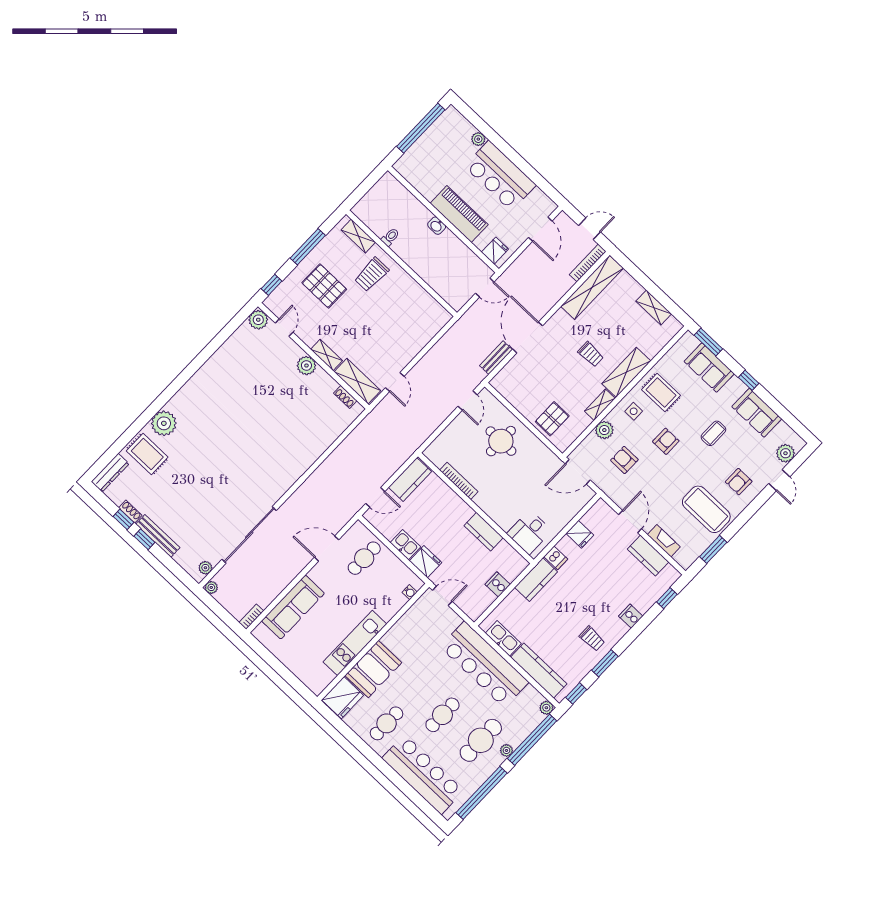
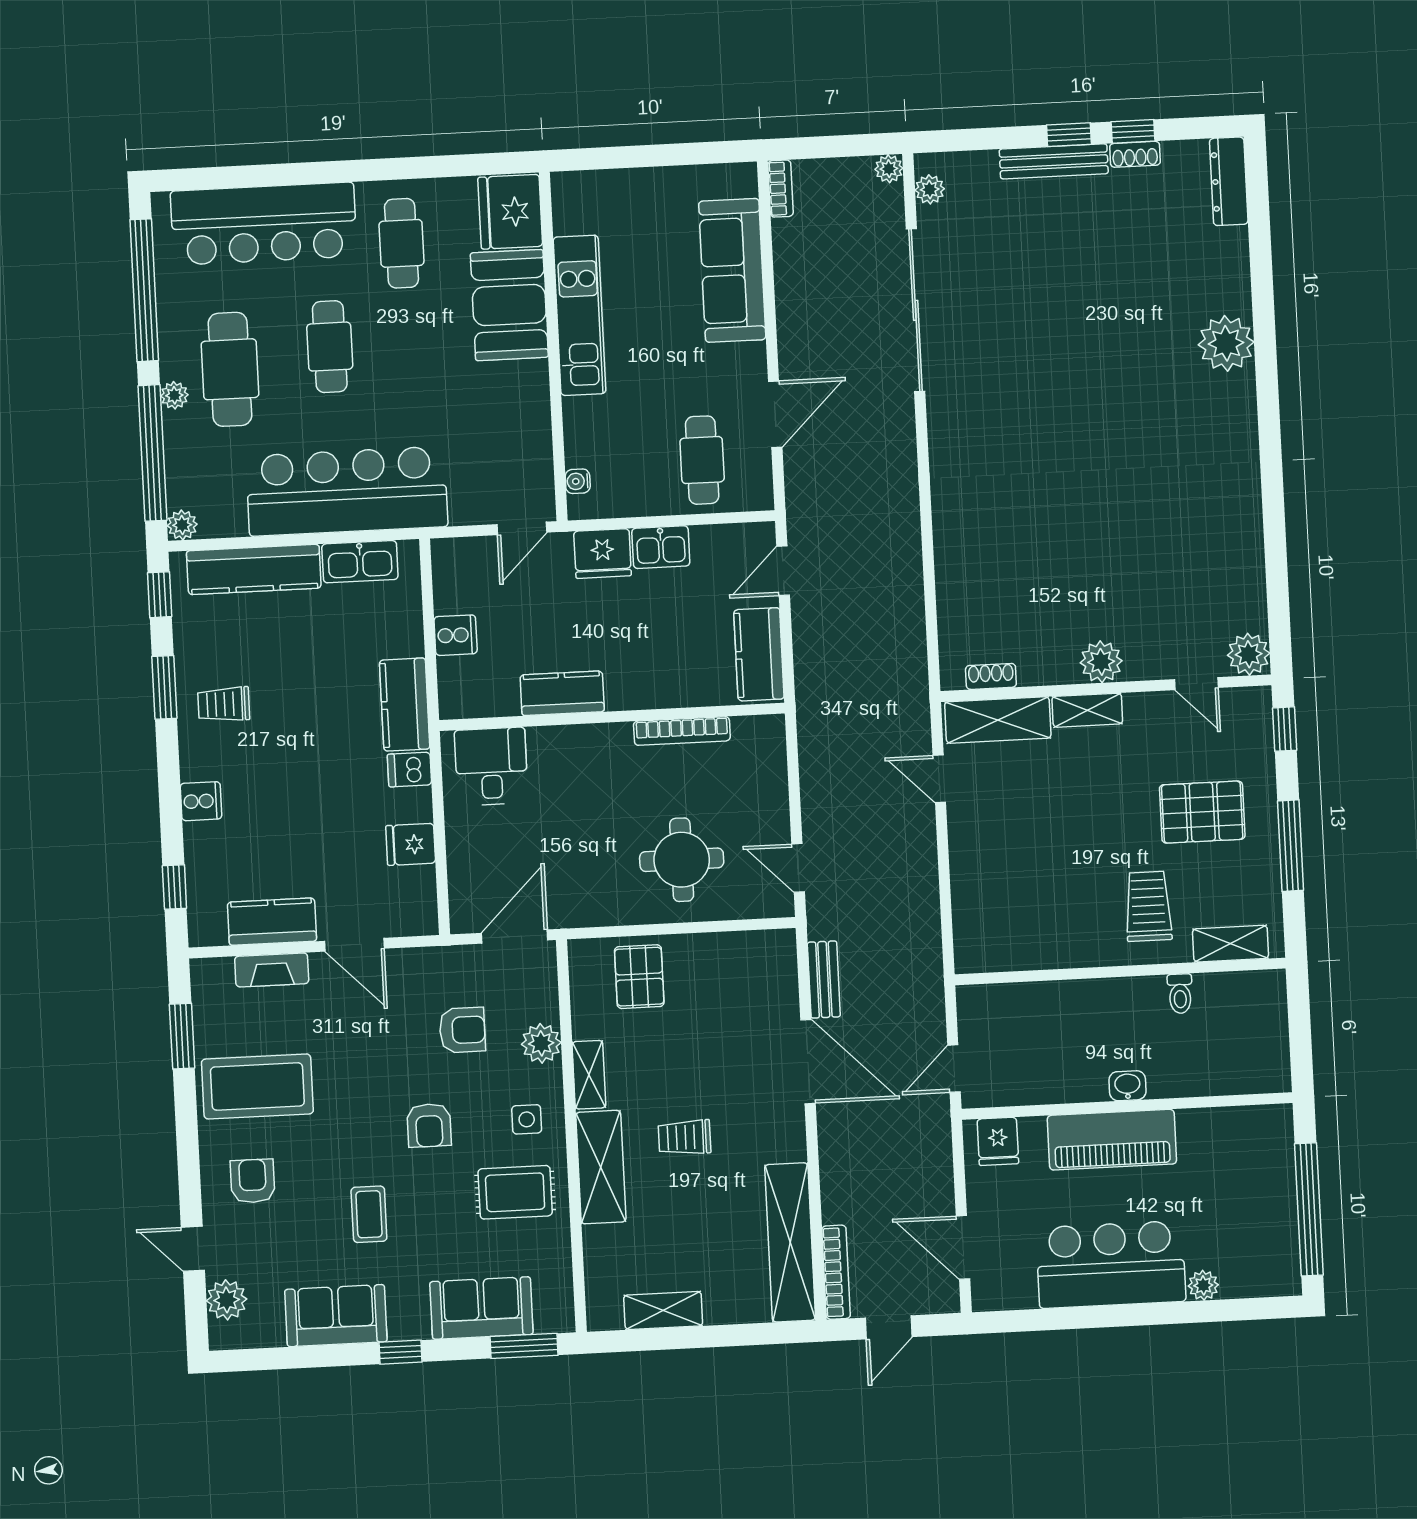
rug: (147, 454) -> (1202, 270), removed

